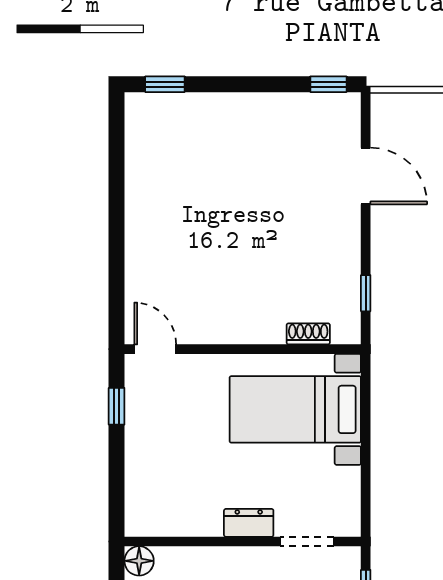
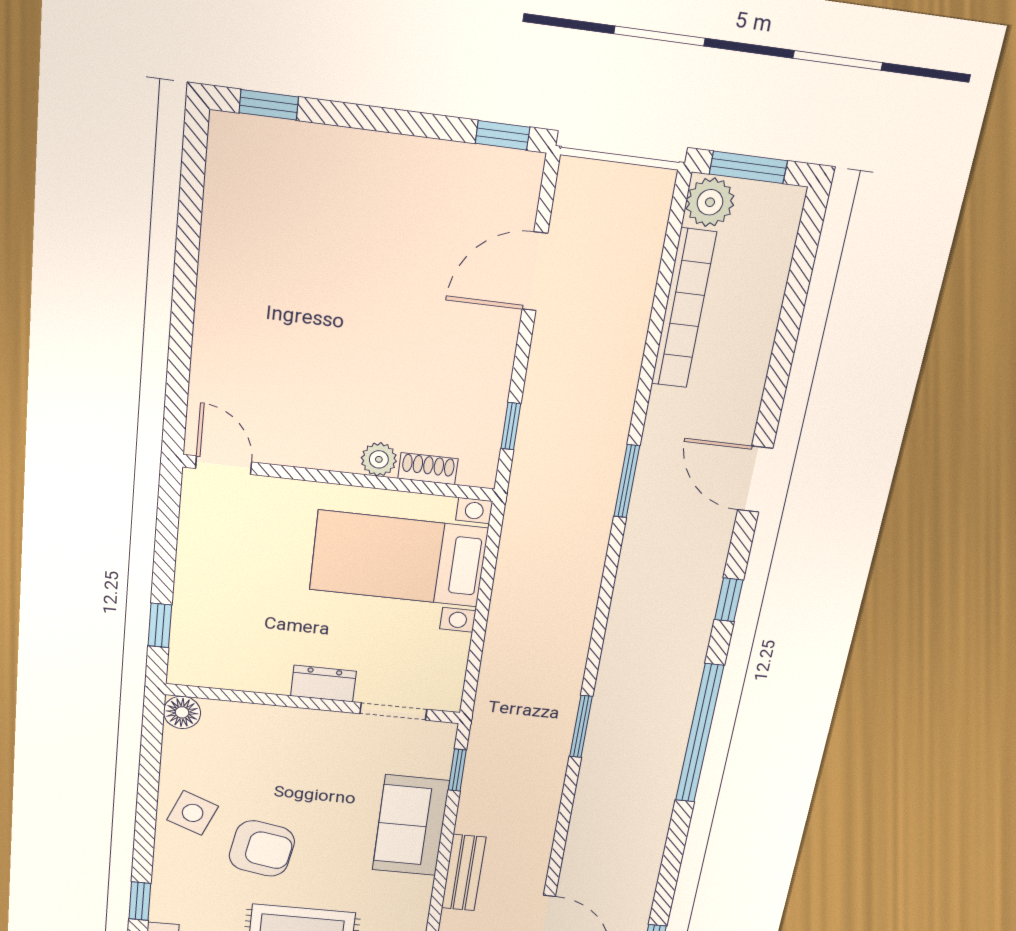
door: (366, 176) -> (535, 271), swing flipped
plant: (271, 331) -> (379, 459), added
window: (117, 406) -> (160, 625), moved

